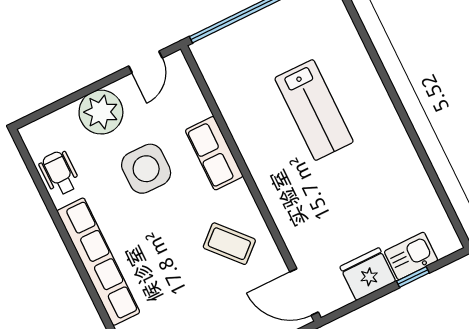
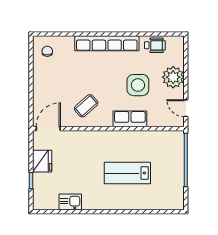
kitchen sink: (411, 256) -> (70, 202), moved, turned -90

